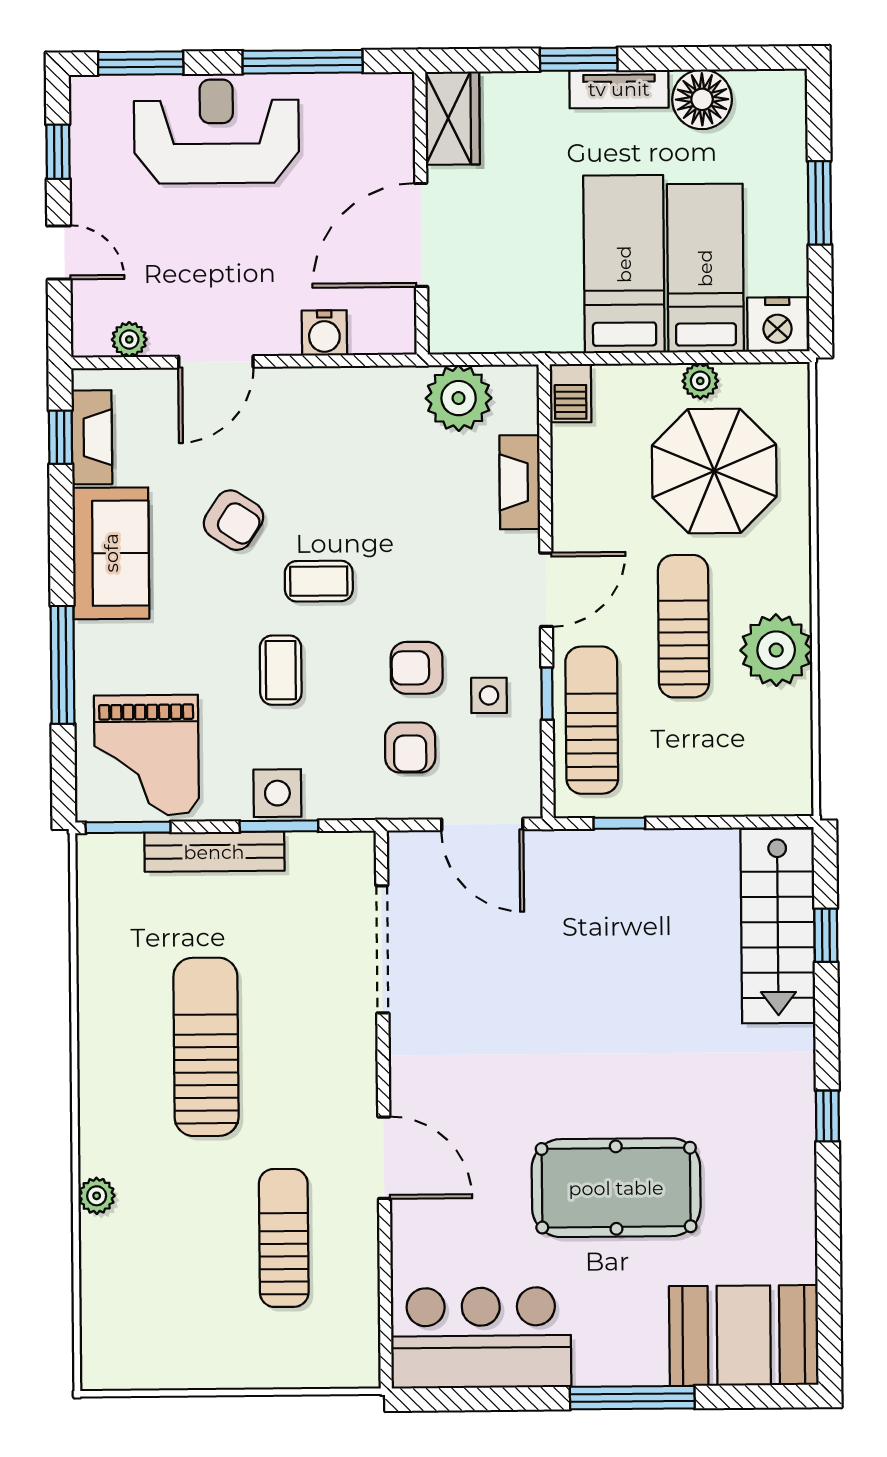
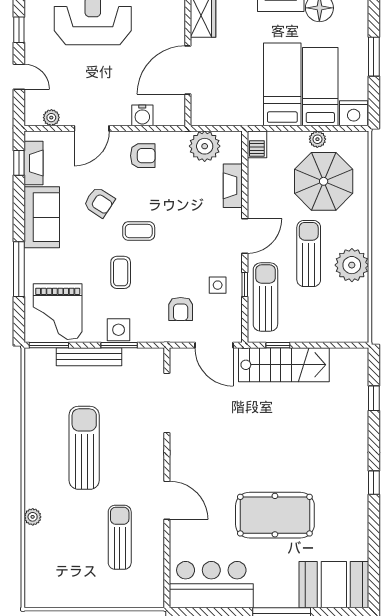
armchair: (417, 668) -> (143, 156), moved, turned 180
stairs: (778, 926) -> (284, 365), moved, turned -90

